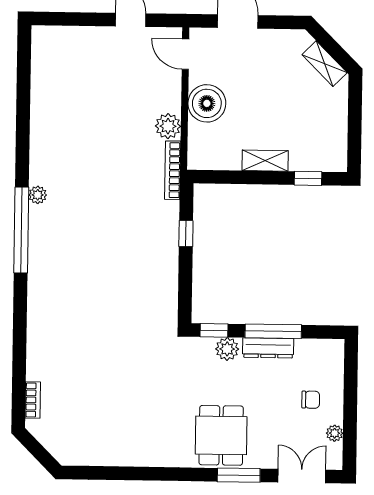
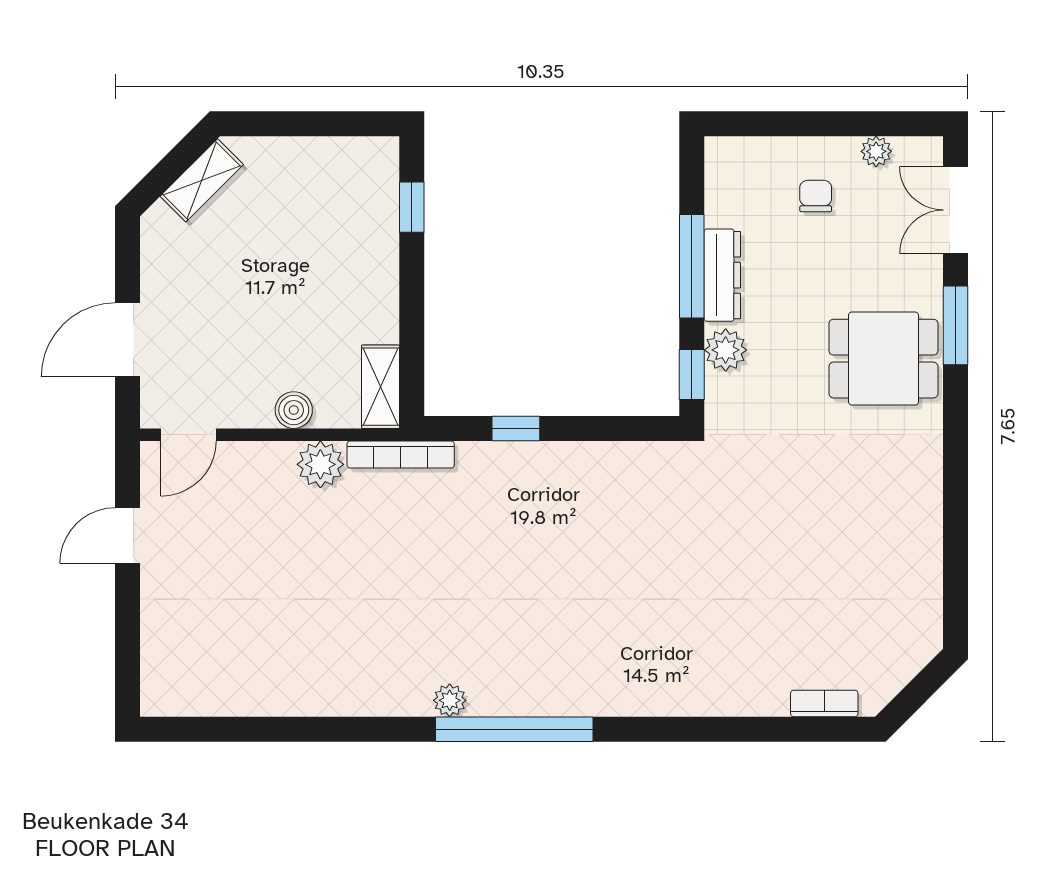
boiler: (207, 103) -> (294, 410), width x0.54, depth x0.54
shelving: (265, 161) -> (381, 387), moved

